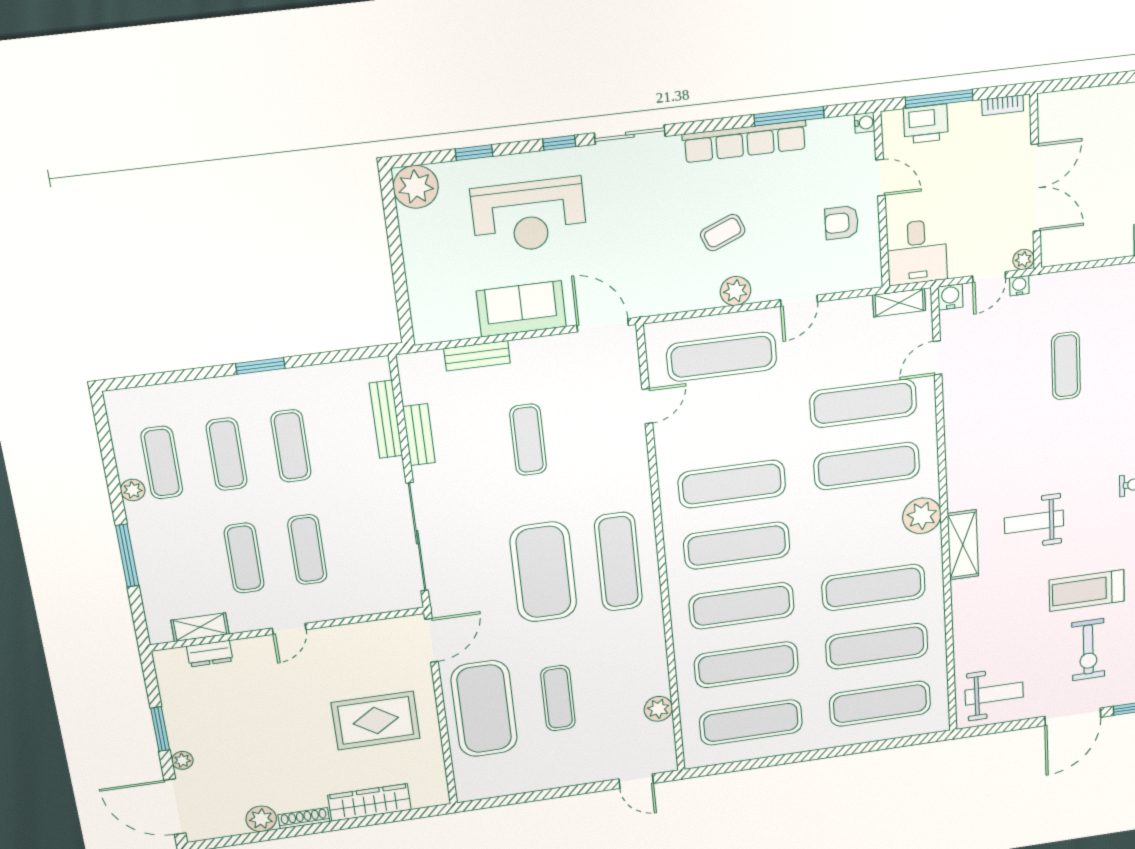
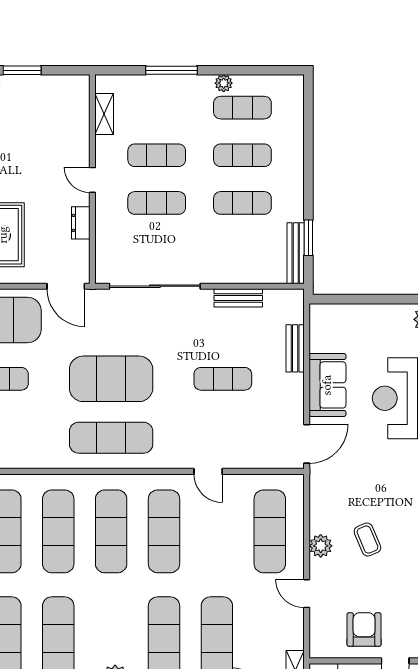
armchair: (842, 223) -> (364, 630), width x1.38, depth x1.38
window: (260, 366) -> (308, 238), moved
door: (647, 406) -> (208, 471), moved
bench: (386, 419) -> (296, 253), moved, turned 90
dresser: (210, 654) -> (81, 223), moved

